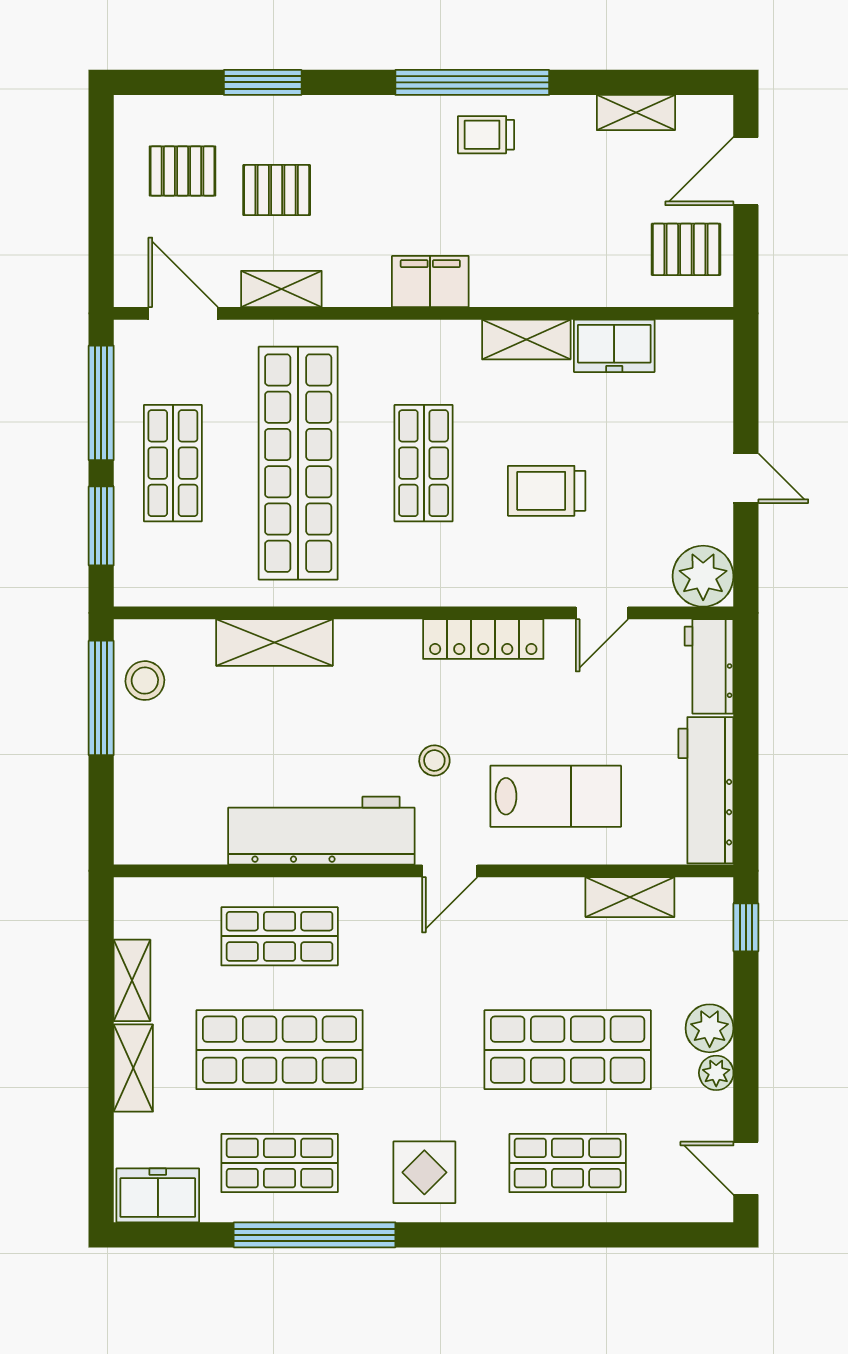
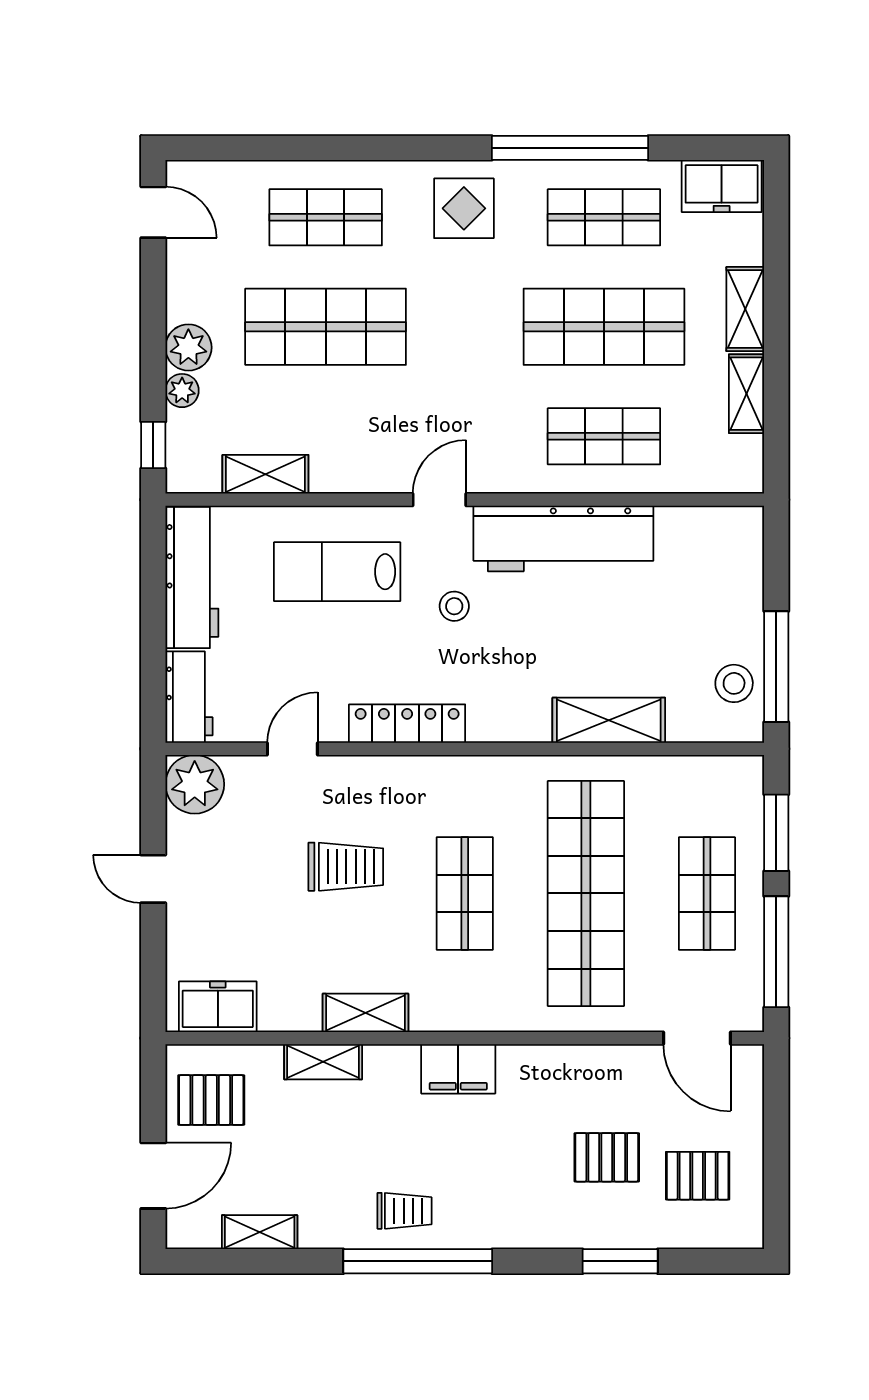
shelving: (281, 289) -> (323, 1062), moved
freezer: (614, 346) -> (218, 1007), moved
plant: (716, 1073) -> (182, 391), moved

